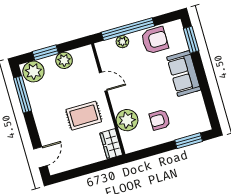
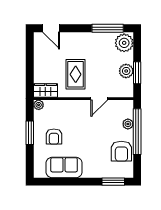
window: (45, 53) -> (137, 73), moved
sofa: (184, 74) -> (64, 167), moved
plant: (127, 120) -> (39, 105), moved, width x0.53, depth x0.53
armchair: (160, 120) -> (54, 137), turned 180
window: (189, 141) -> (30, 133), moved

